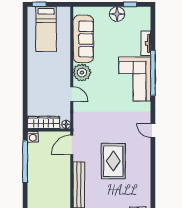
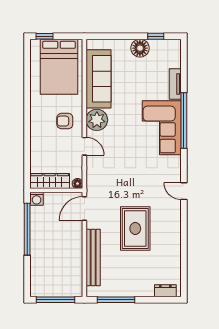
bed: (46, 29) -> (59, 67), width x1.50
armchair: (56, 73) -> (65, 121), added

